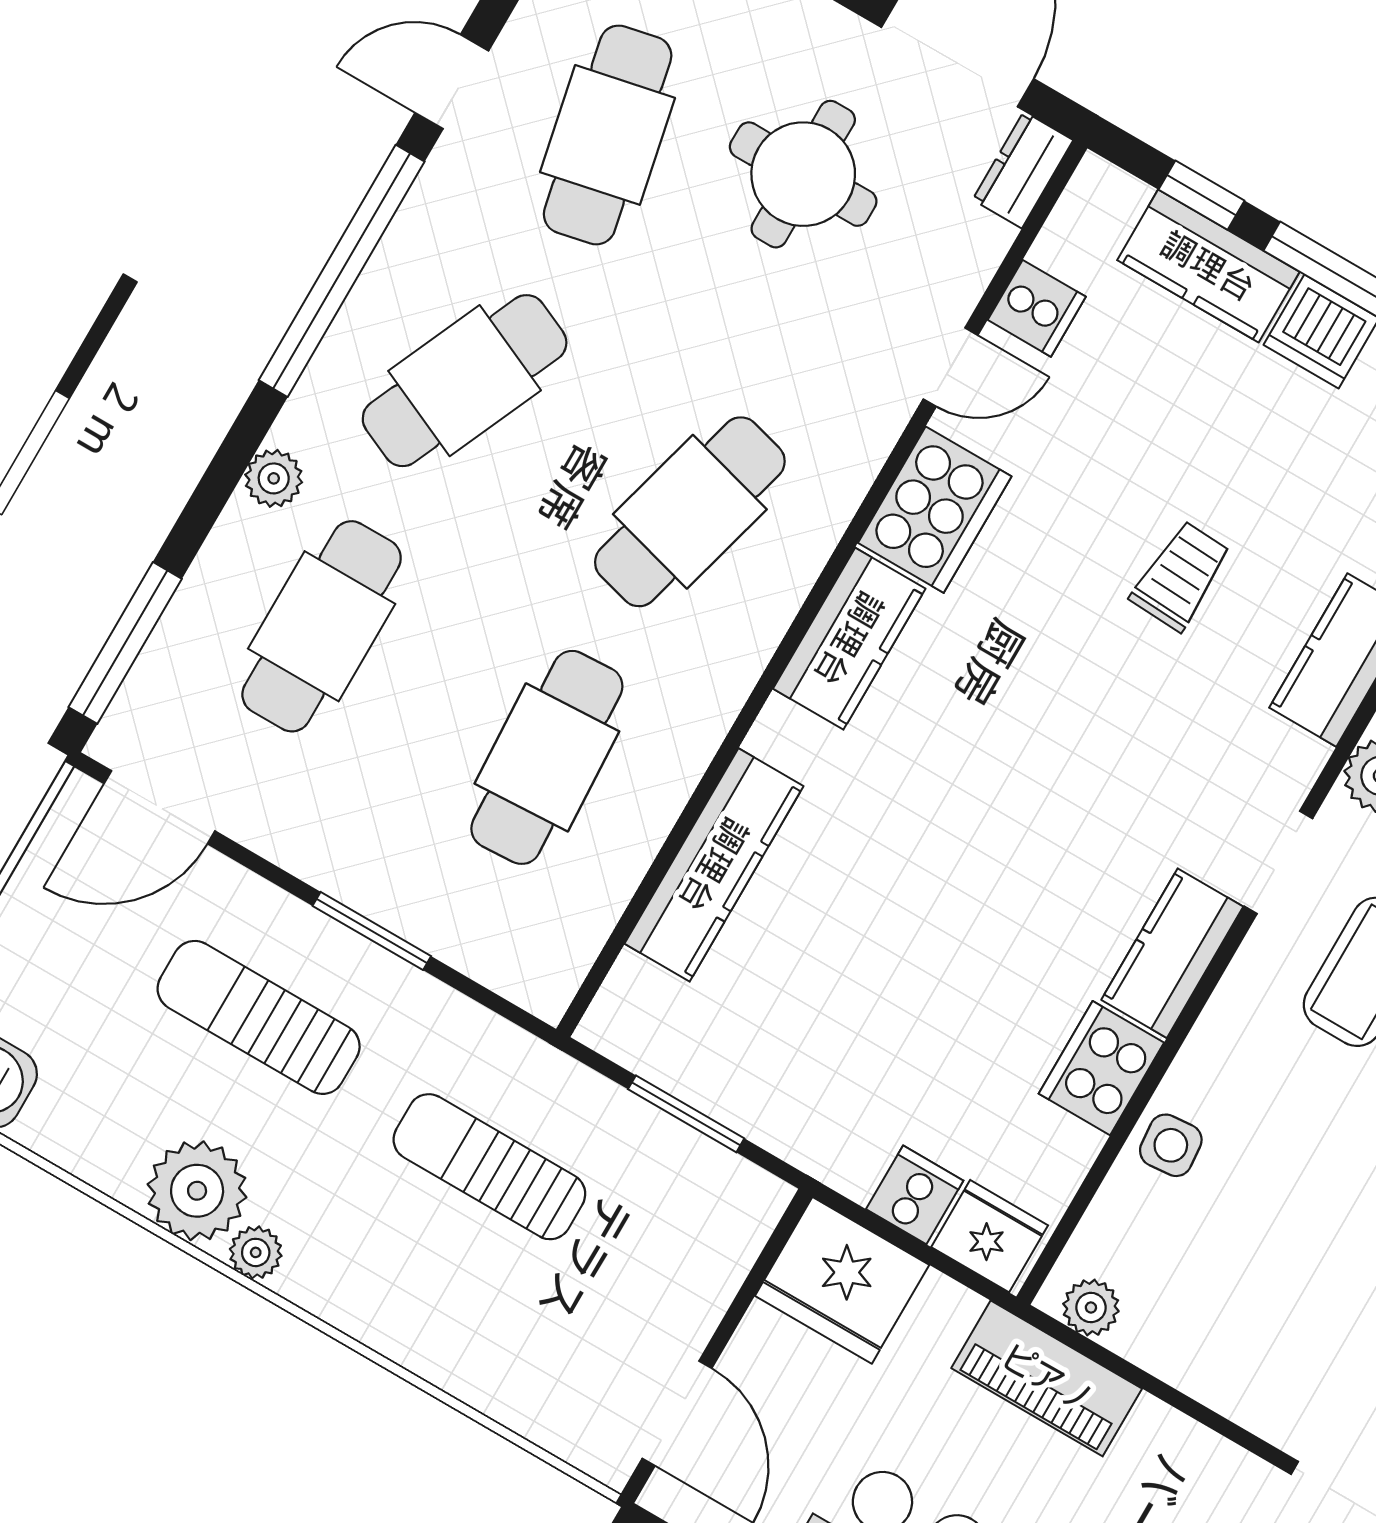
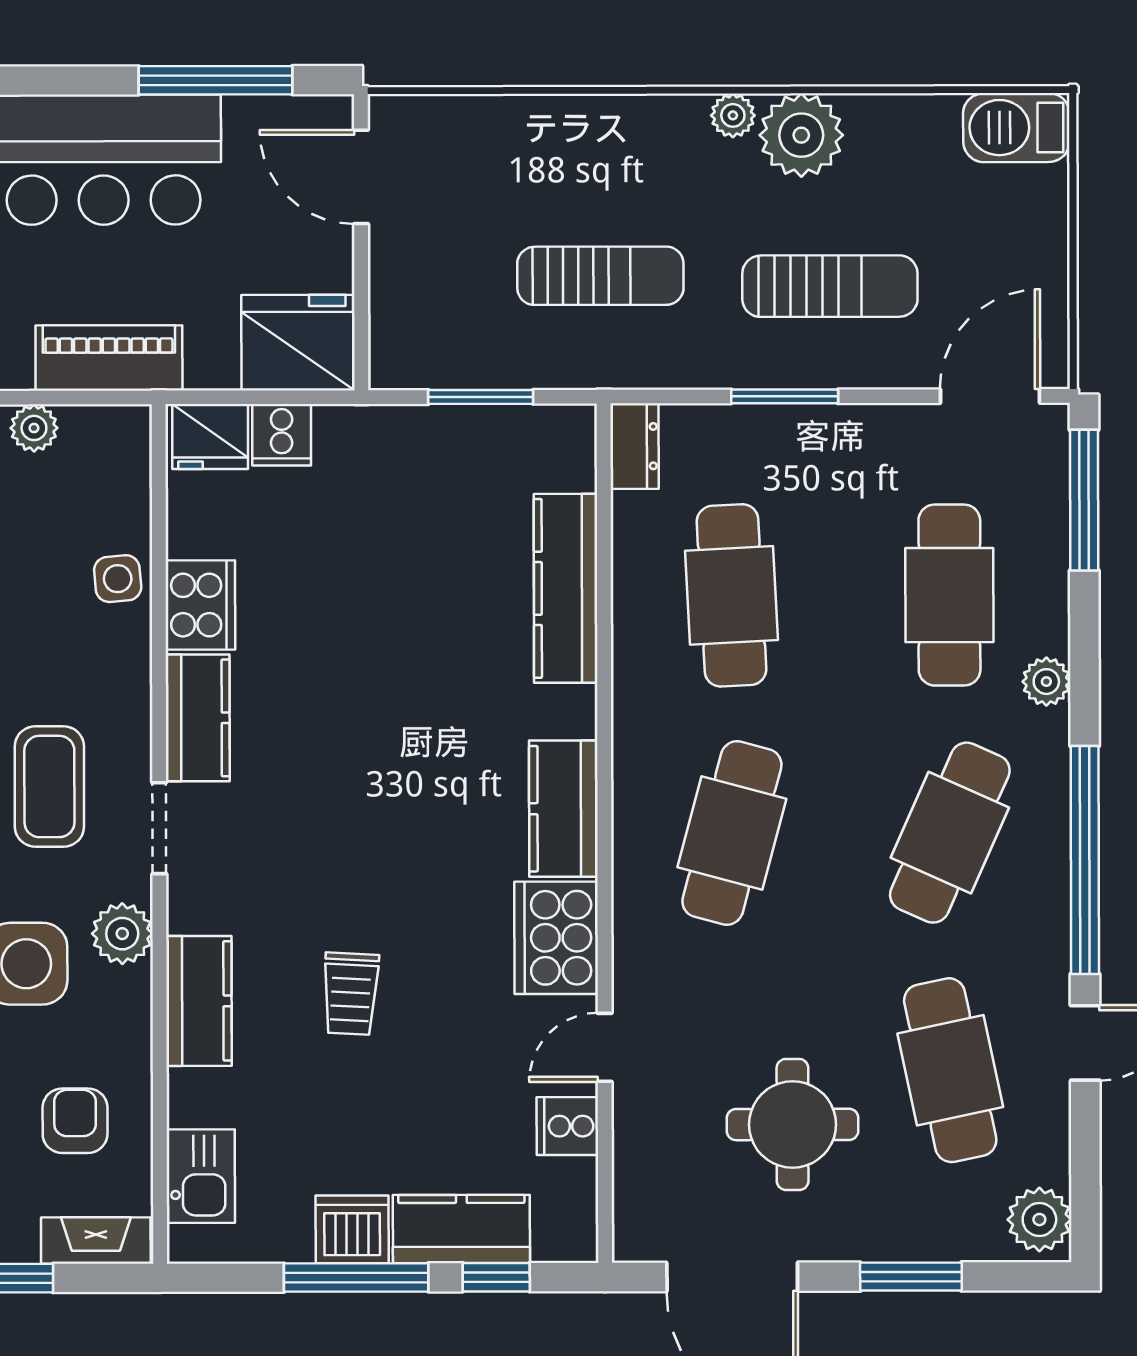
dresser: (1023, 170) -> (634, 446), moved
plant: (1091, 1308) -> (34, 428), moved

